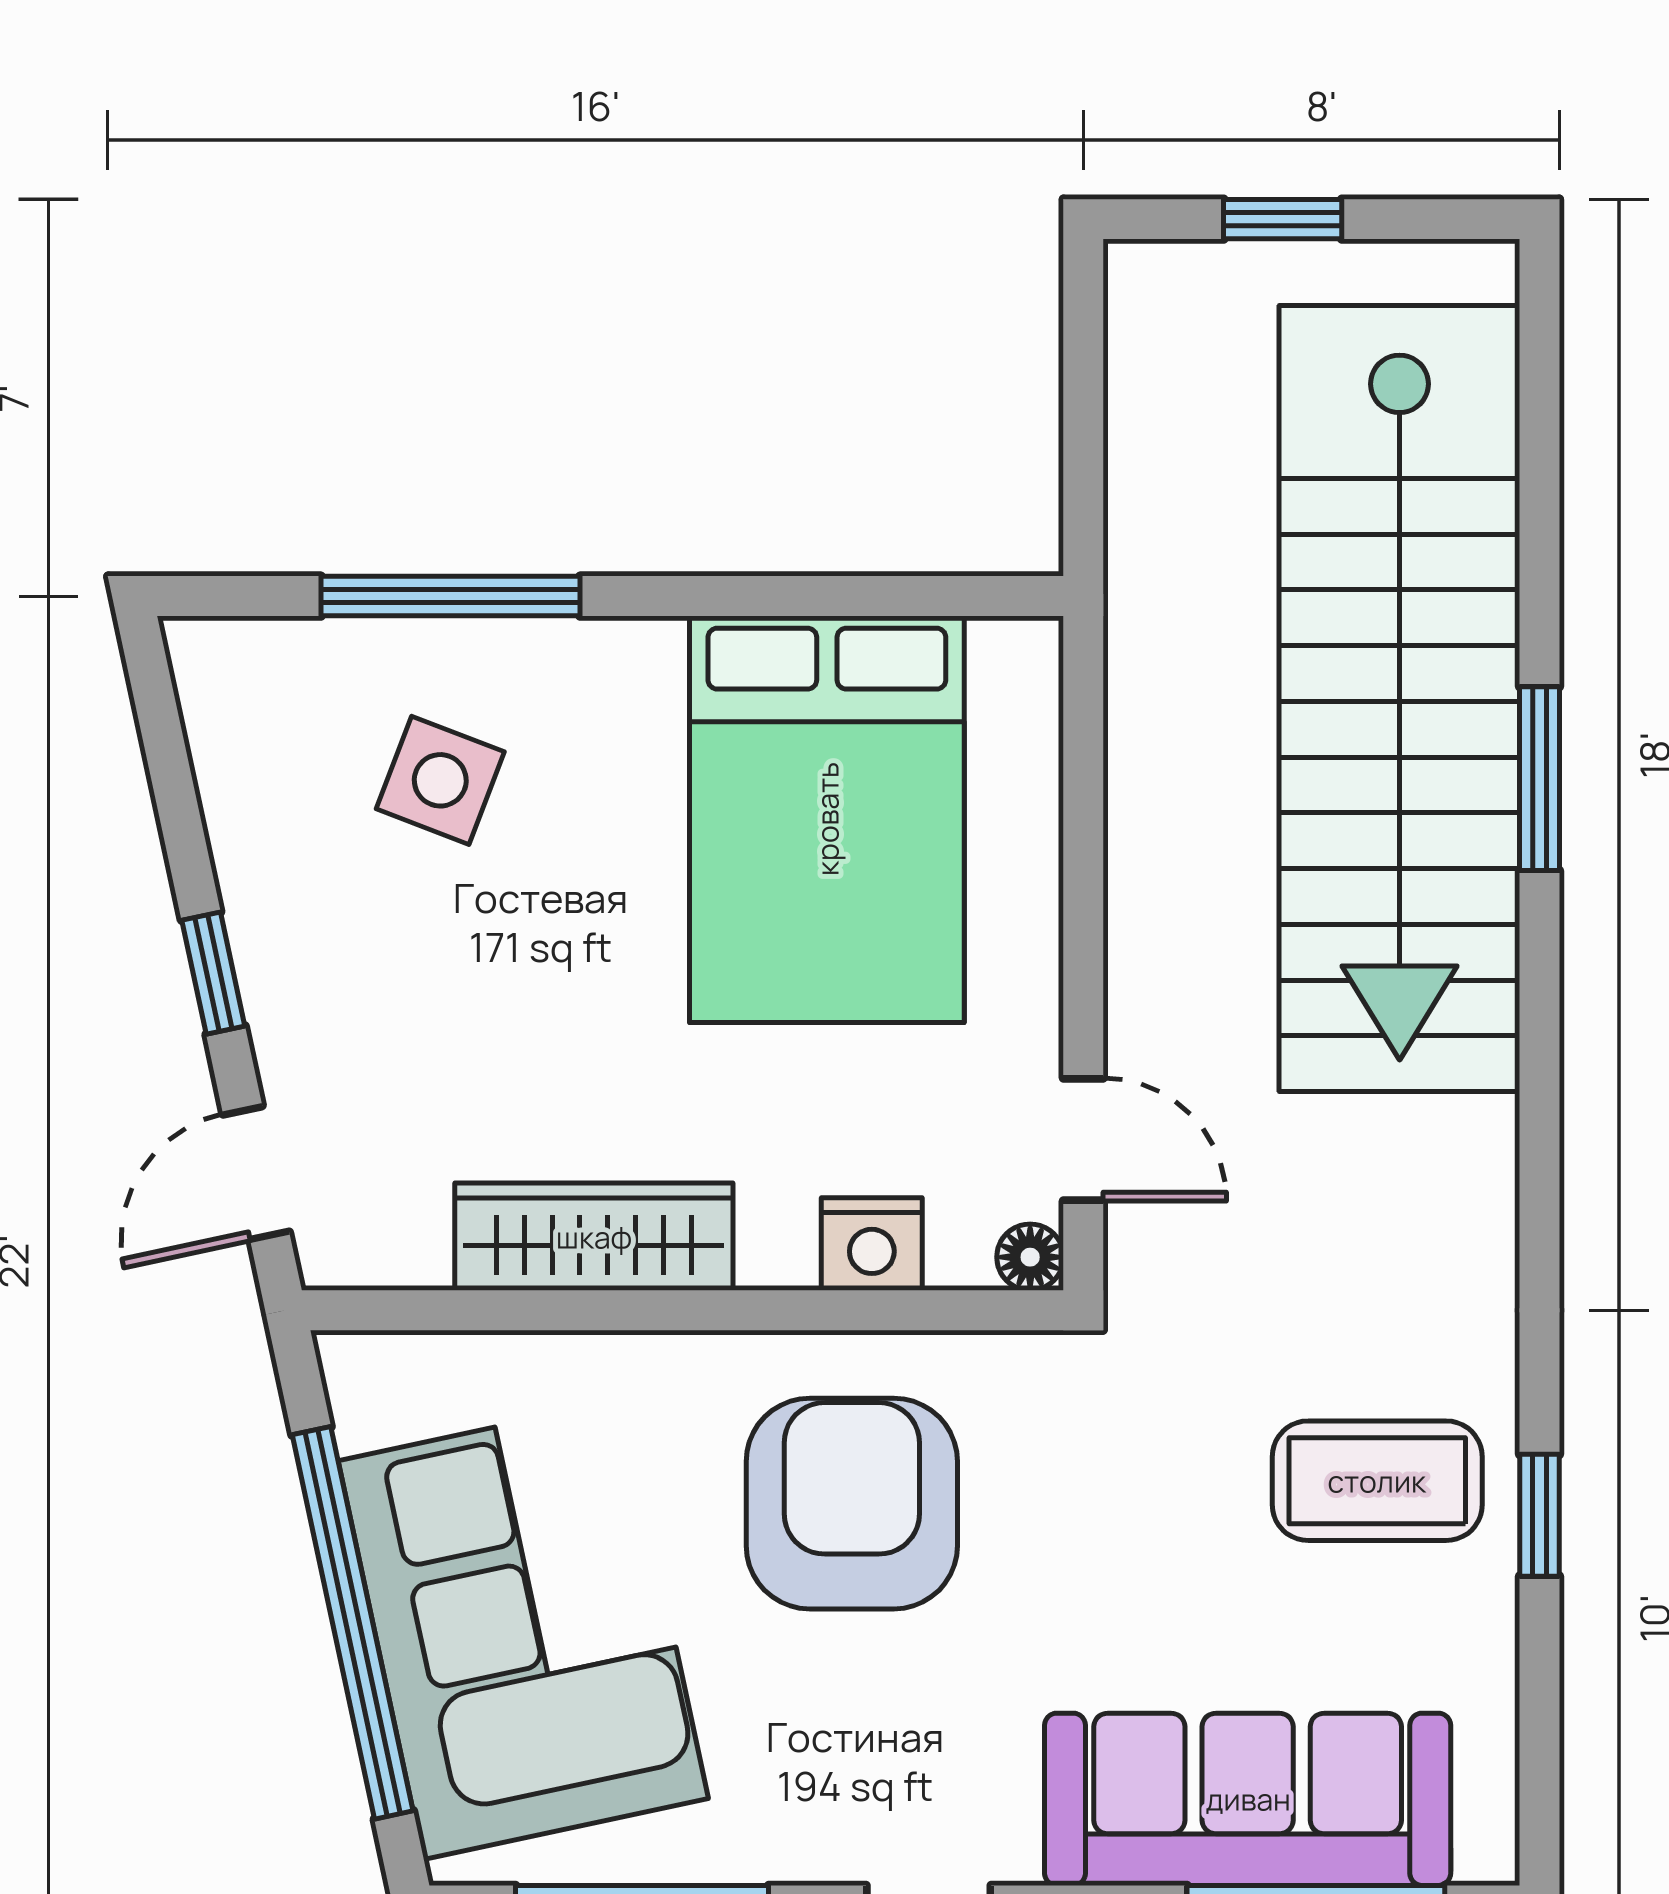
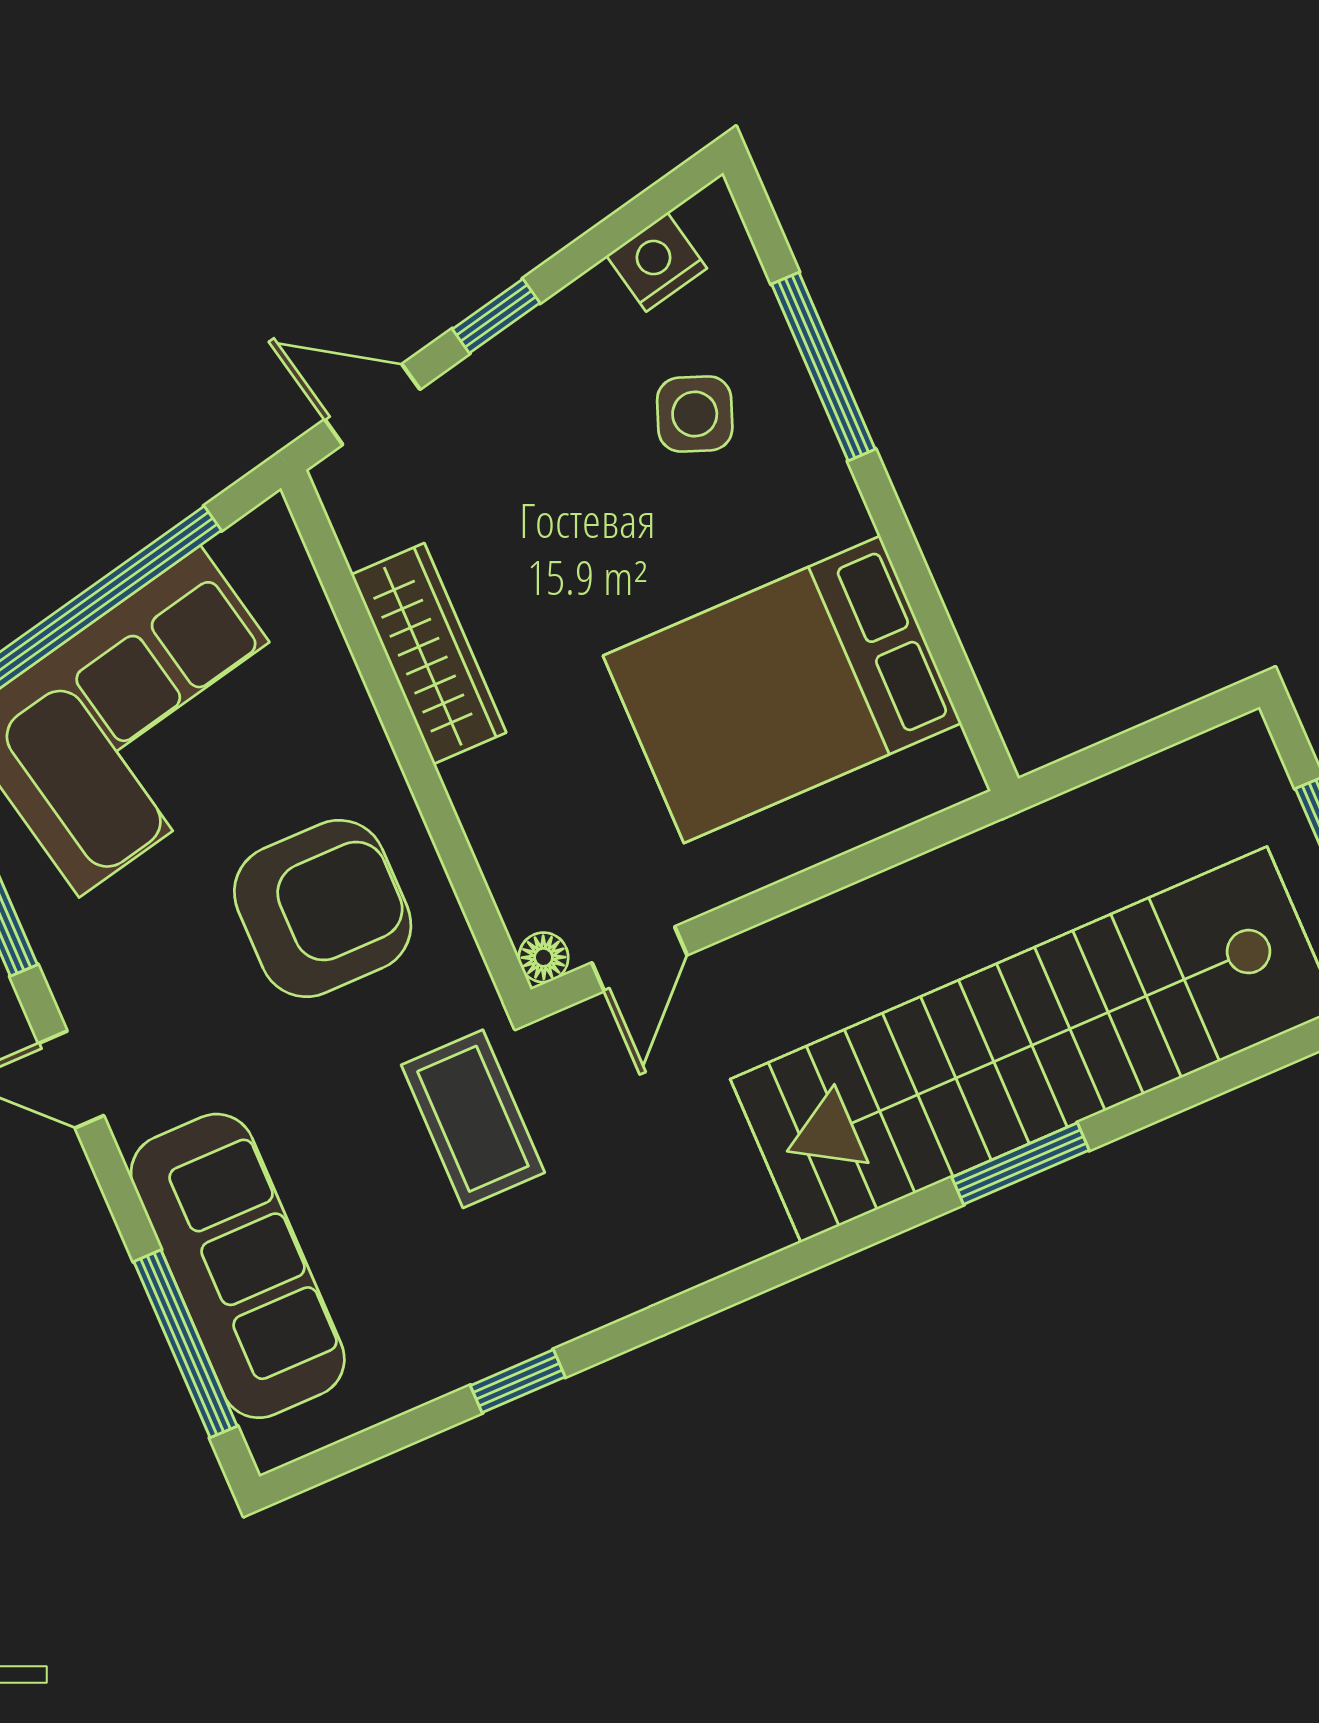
nightstand: (872, 1244) -> (657, 262), moved, turned 78
coffee table: (1377, 1481) -> (473, 1119), moved

